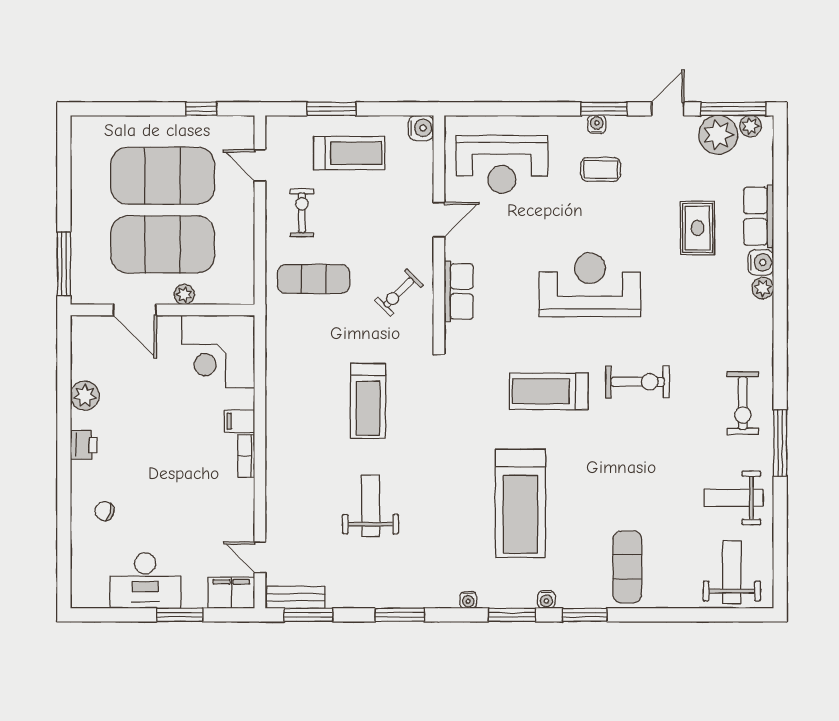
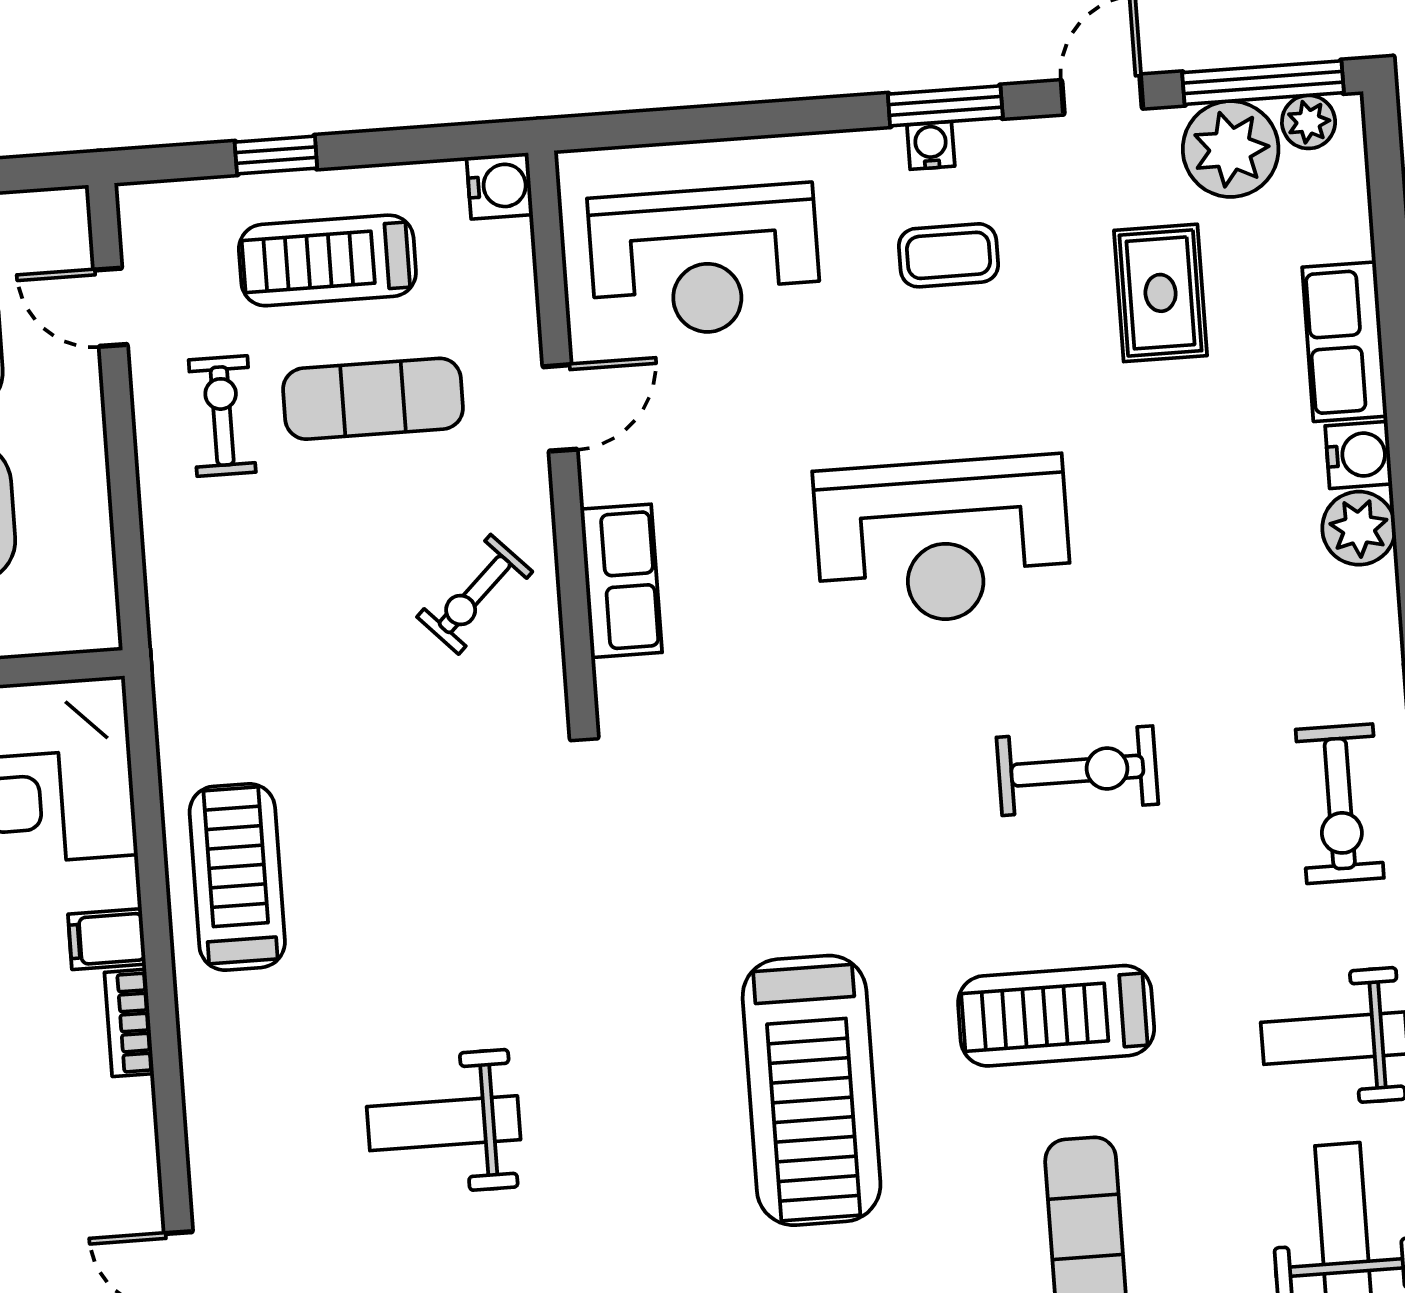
window: (331, 109) -> (276, 155), width x0.67
treadmill: (349, 153) -> (327, 260), turned 180
rug: (698, 228) -> (1161, 293), moved
exercise mat: (314, 279) -> (373, 399), moved
reception desk: (590, 285) -> (943, 541), turned 180
plant: (763, 288) -> (1359, 528), width x1.38, depth x1.38
treadmill: (549, 391) -> (1056, 1016), moved
treadmill: (368, 401) -> (237, 877), moved, turned 180
weight bench: (371, 506) -> (444, 1123), turned -90

